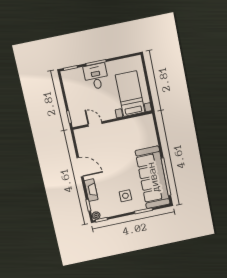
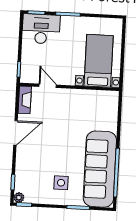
desk: (96, 76) -> (41, 29), moved, width x1.37
door: (80, 167) -> (15, 133), hinge flipped
fireplace: (91, 190) -> (25, 100), moved

